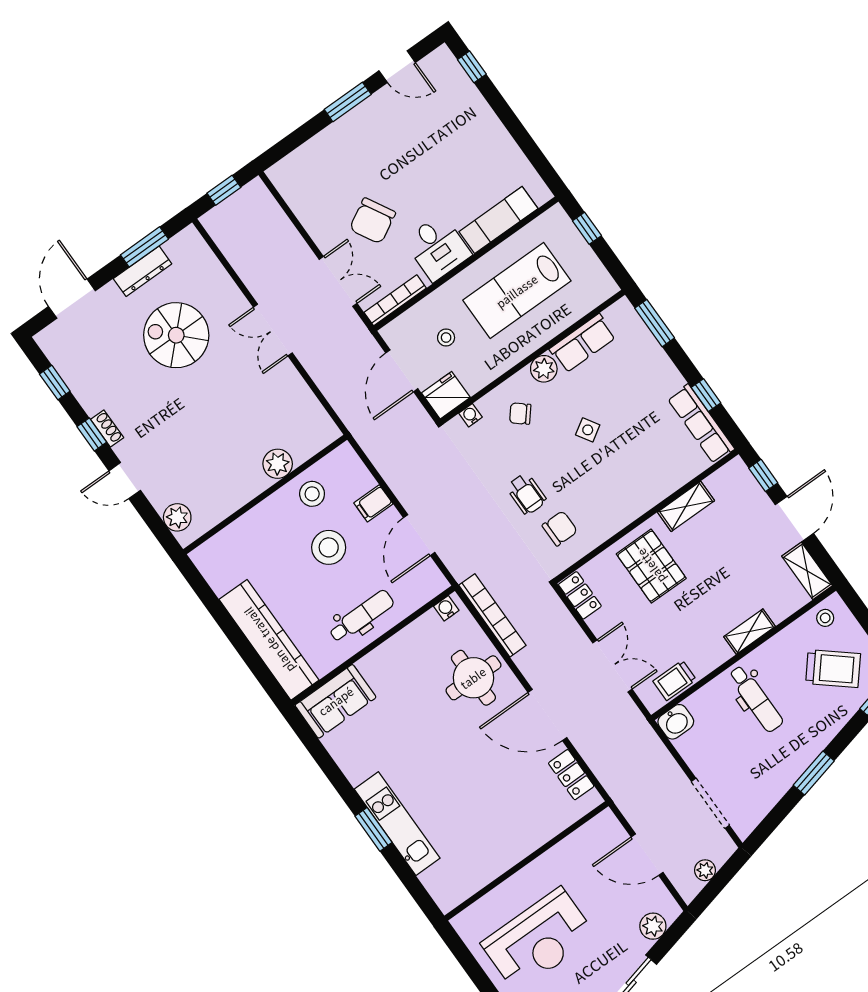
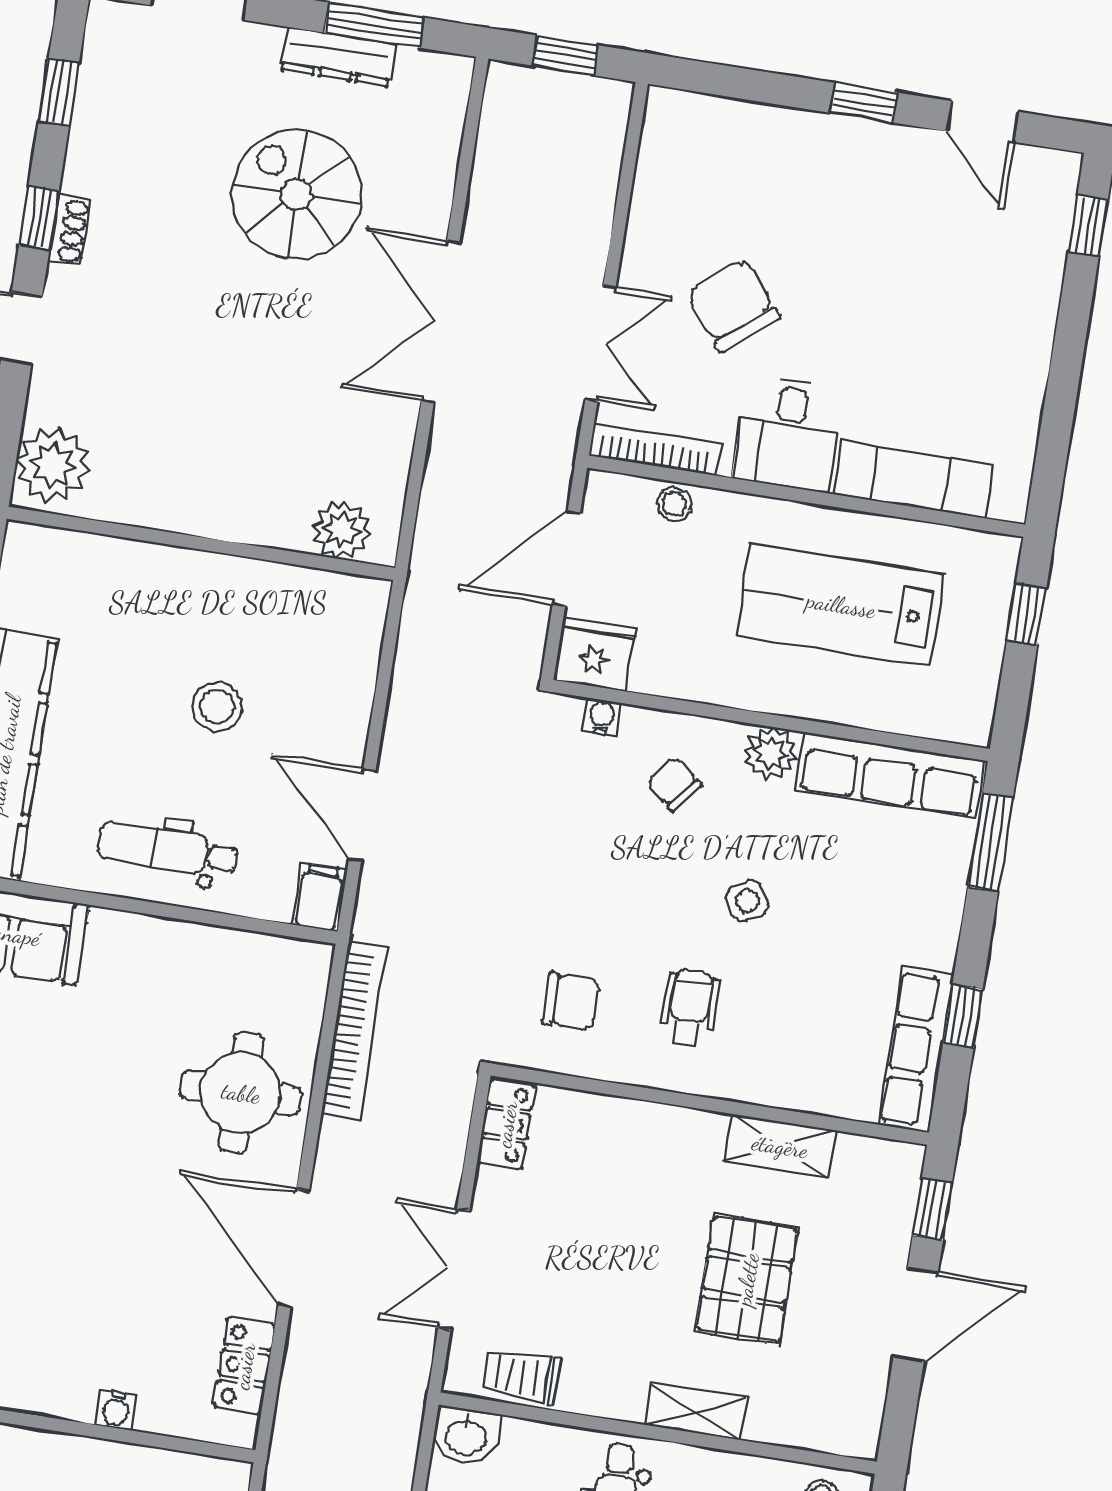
window: (348, 102) -> (864, 103), width x0.67
chair: (372, 221) -> (733, 305), turned 80
double door: (273, 330) -> (440, 321), width x1.37
stool: (446, 338) -> (674, 504), moved
row of seats: (583, 343) -> (890, 775), width x1.48
plant: (278, 464) -> (342, 530), moved
stool: (312, 494) -> (268, 608), removed
wheelchair: (526, 494) -> (690, 1007), moved, turned 180
filing cabinet: (373, 503) -> (319, 897), moved, turned 90
plant: (177, 517) -> (53, 465), width x1.36, depth x1.36
door: (419, 535) -> (362, 815), hinge flipped
stool: (329, 547) -> (217, 707), width x0.73, depth x0.73
pallet: (651, 566) -> (747, 1279), moved
shelving: (807, 571) -> (862, 1405), removed
water cooler: (446, 608) -> (116, 1410), moved, turned 180
dental chair: (361, 616) -> (168, 850), turned 180
double door: (612, 666) -> (454, 1269), swing flipped

